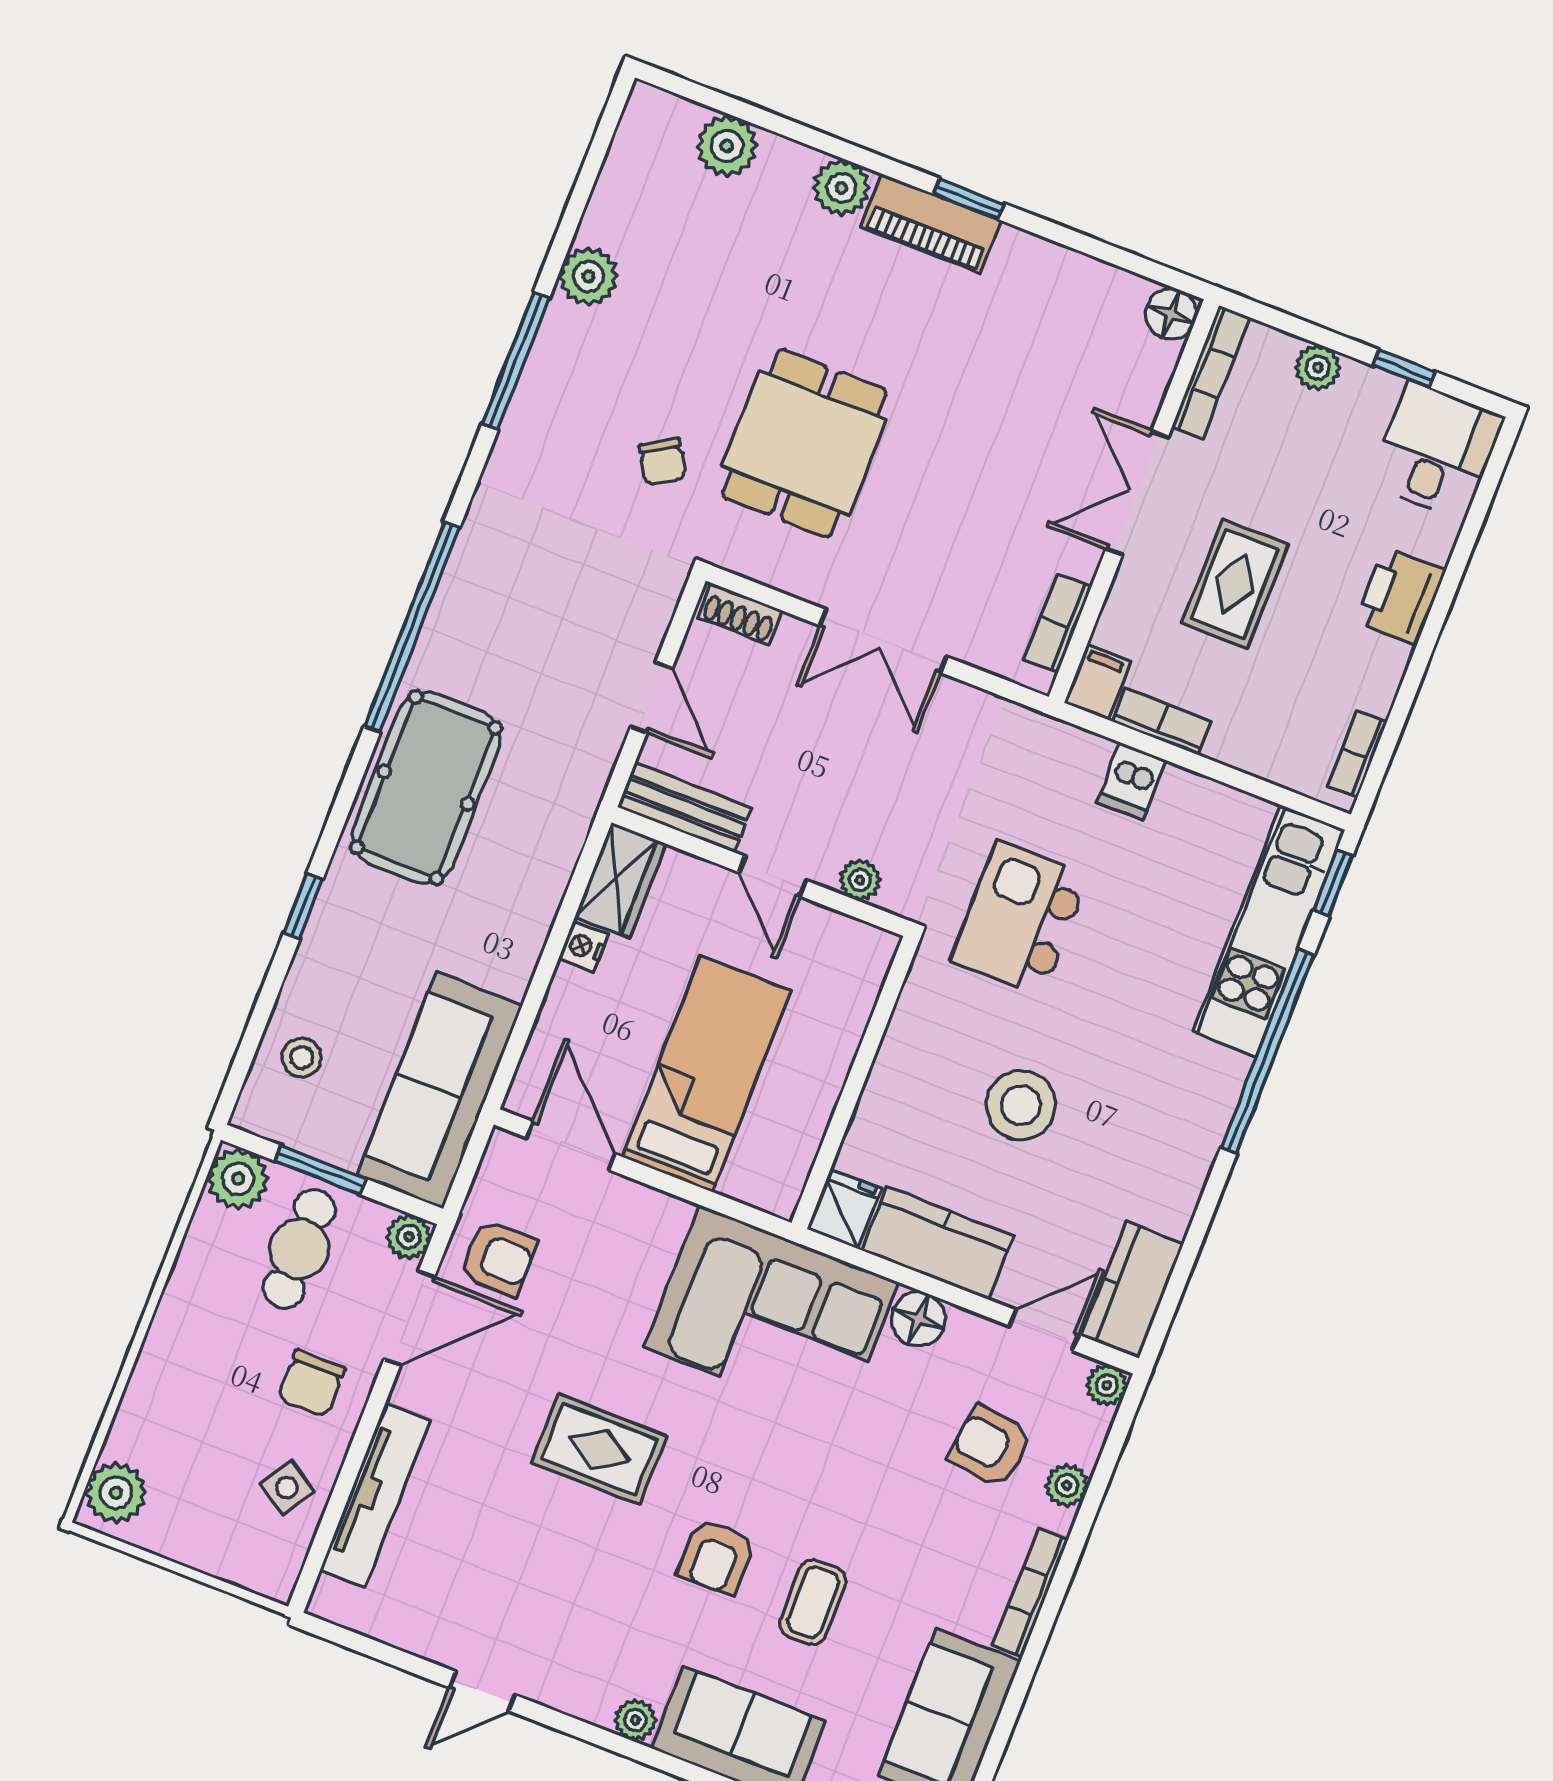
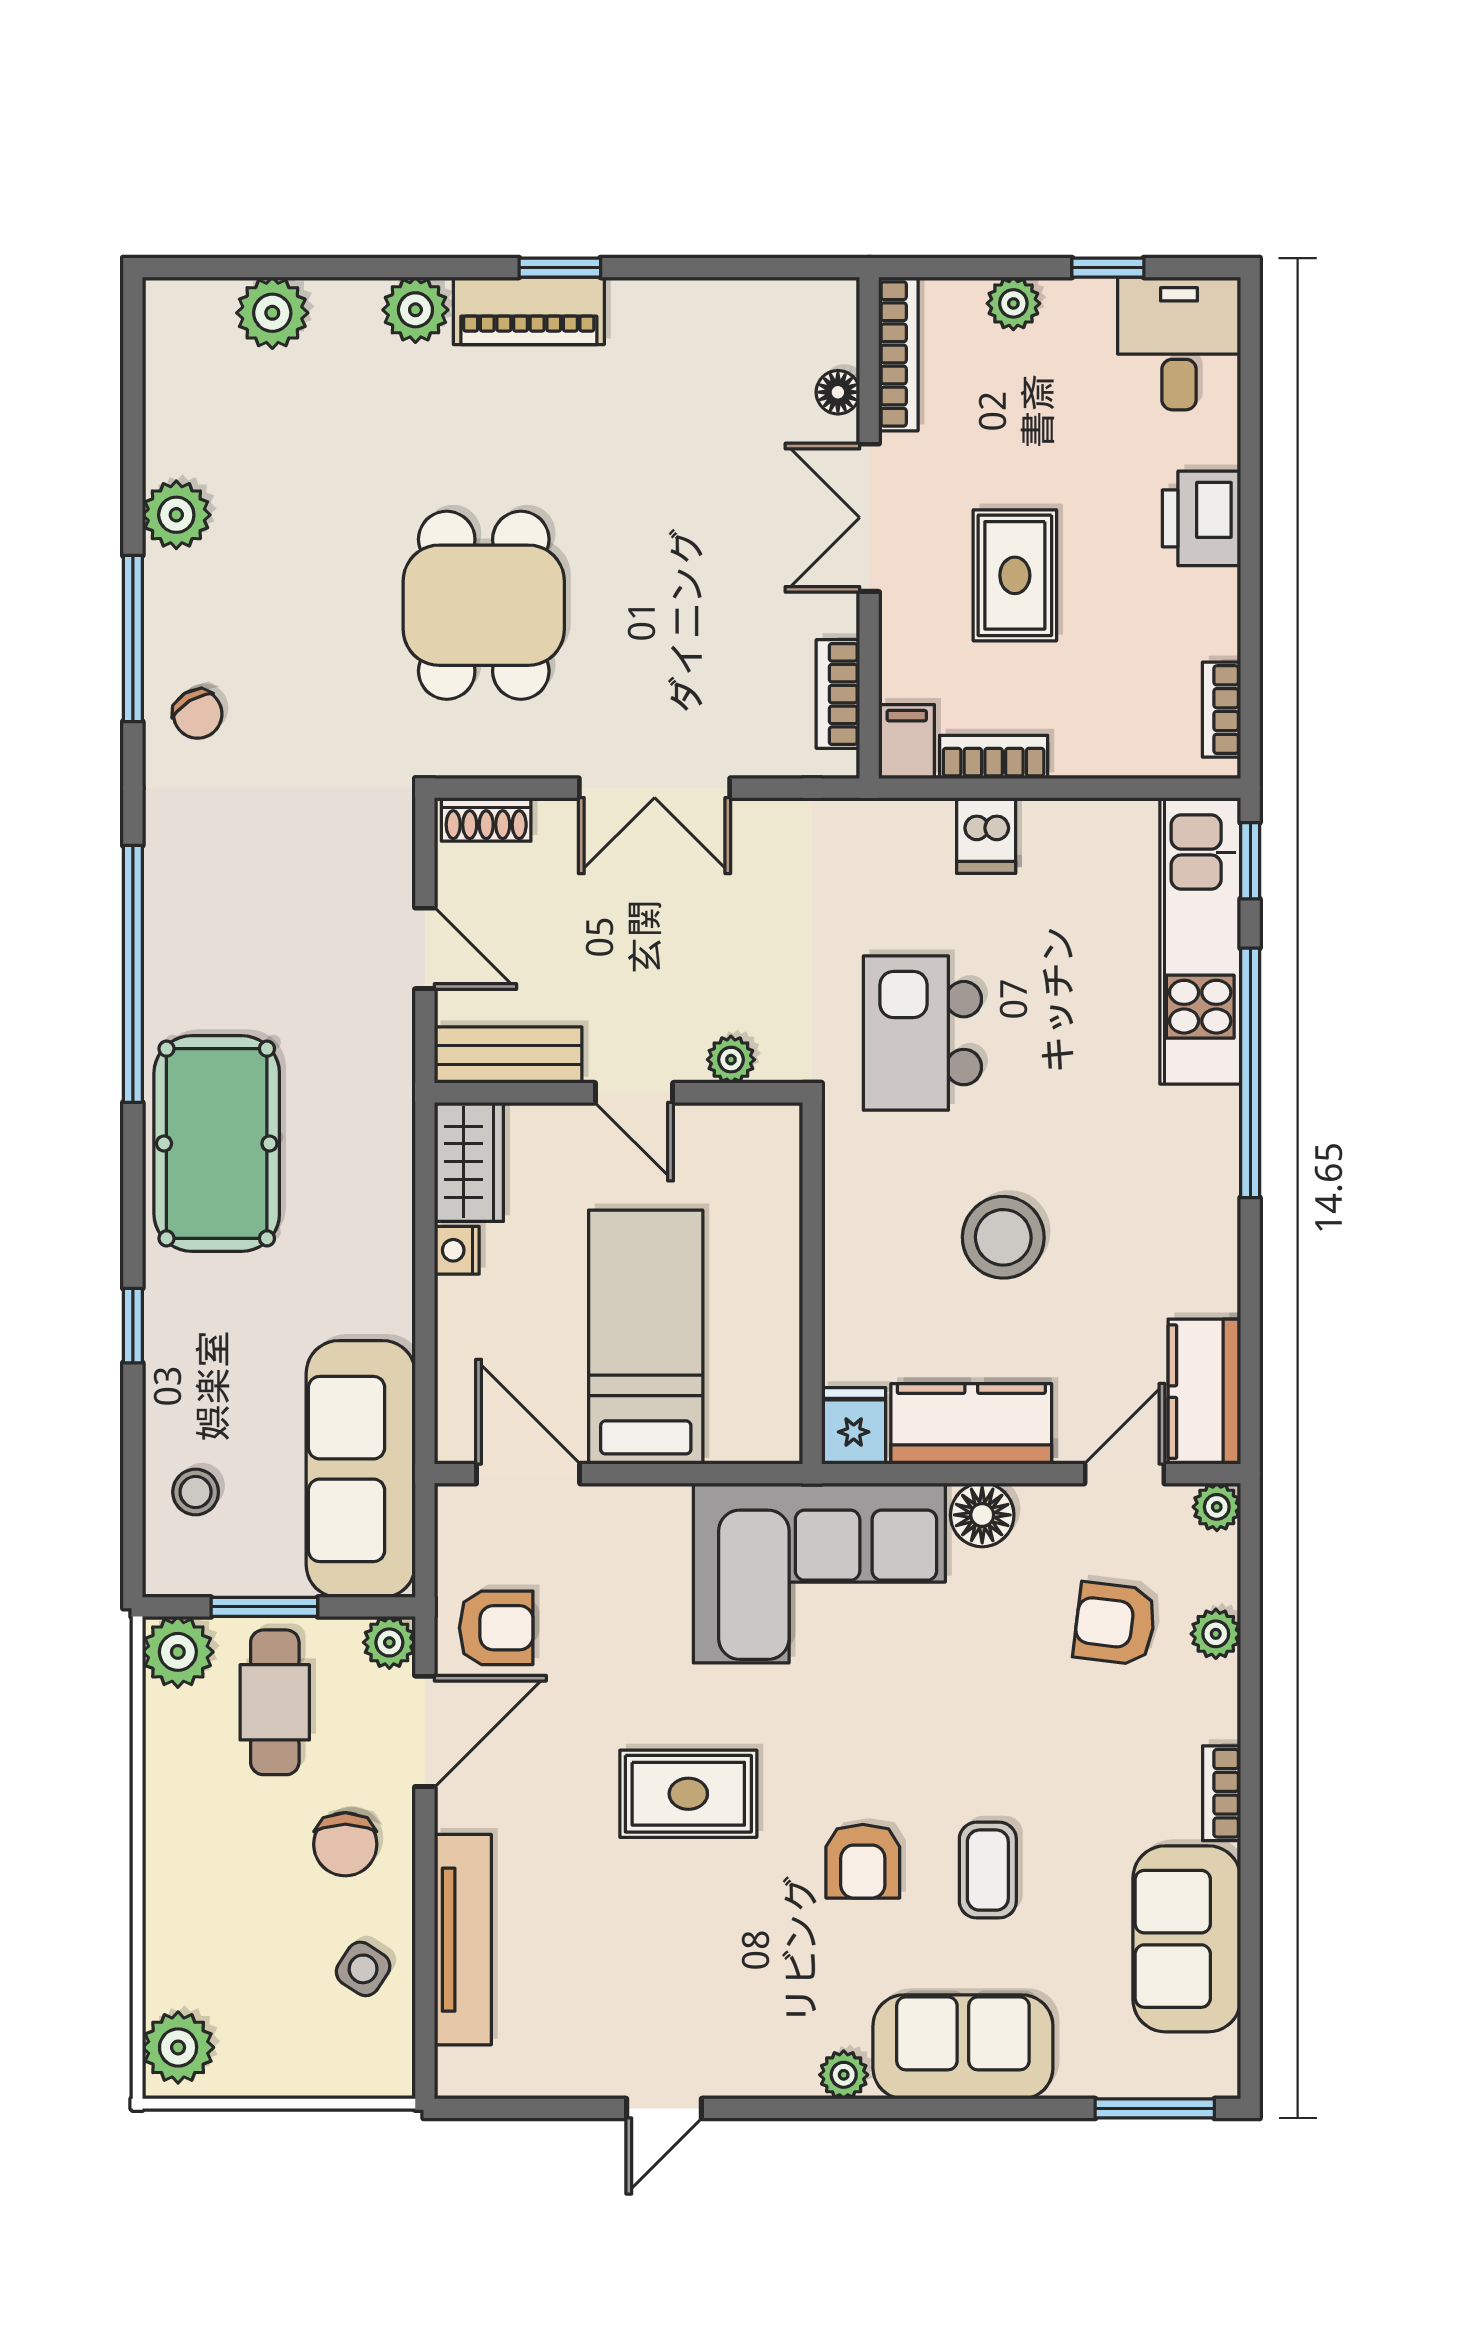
floor lamp: (1171, 314) -> (838, 392), moved, width x0.73, depth x0.73
chair: (662, 461) -> (198, 714), moved
bookcase: (1030, 1592) -> (1222, 1793), width x0.64

